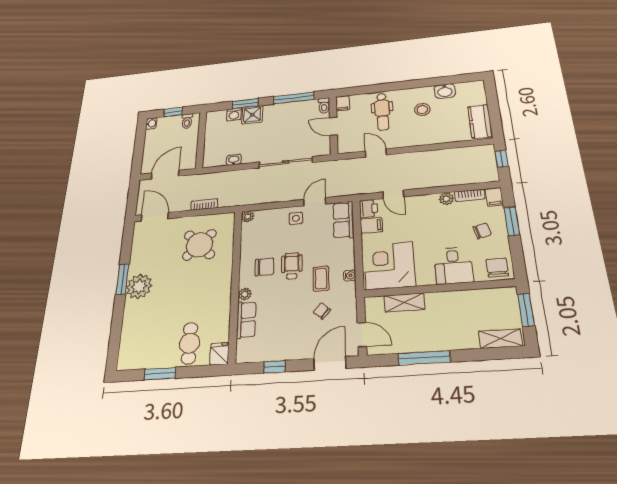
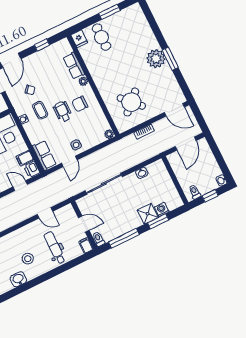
wheelchair: (292, 266) -> (63, 111), turned 180

